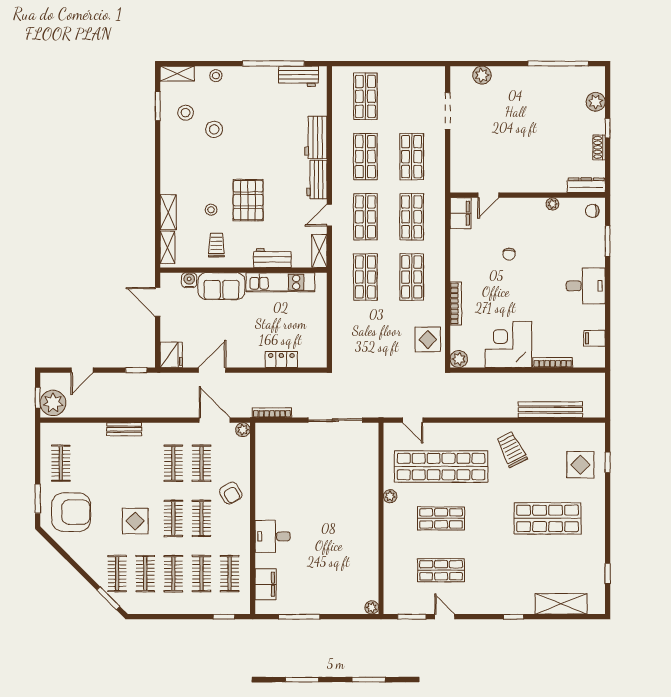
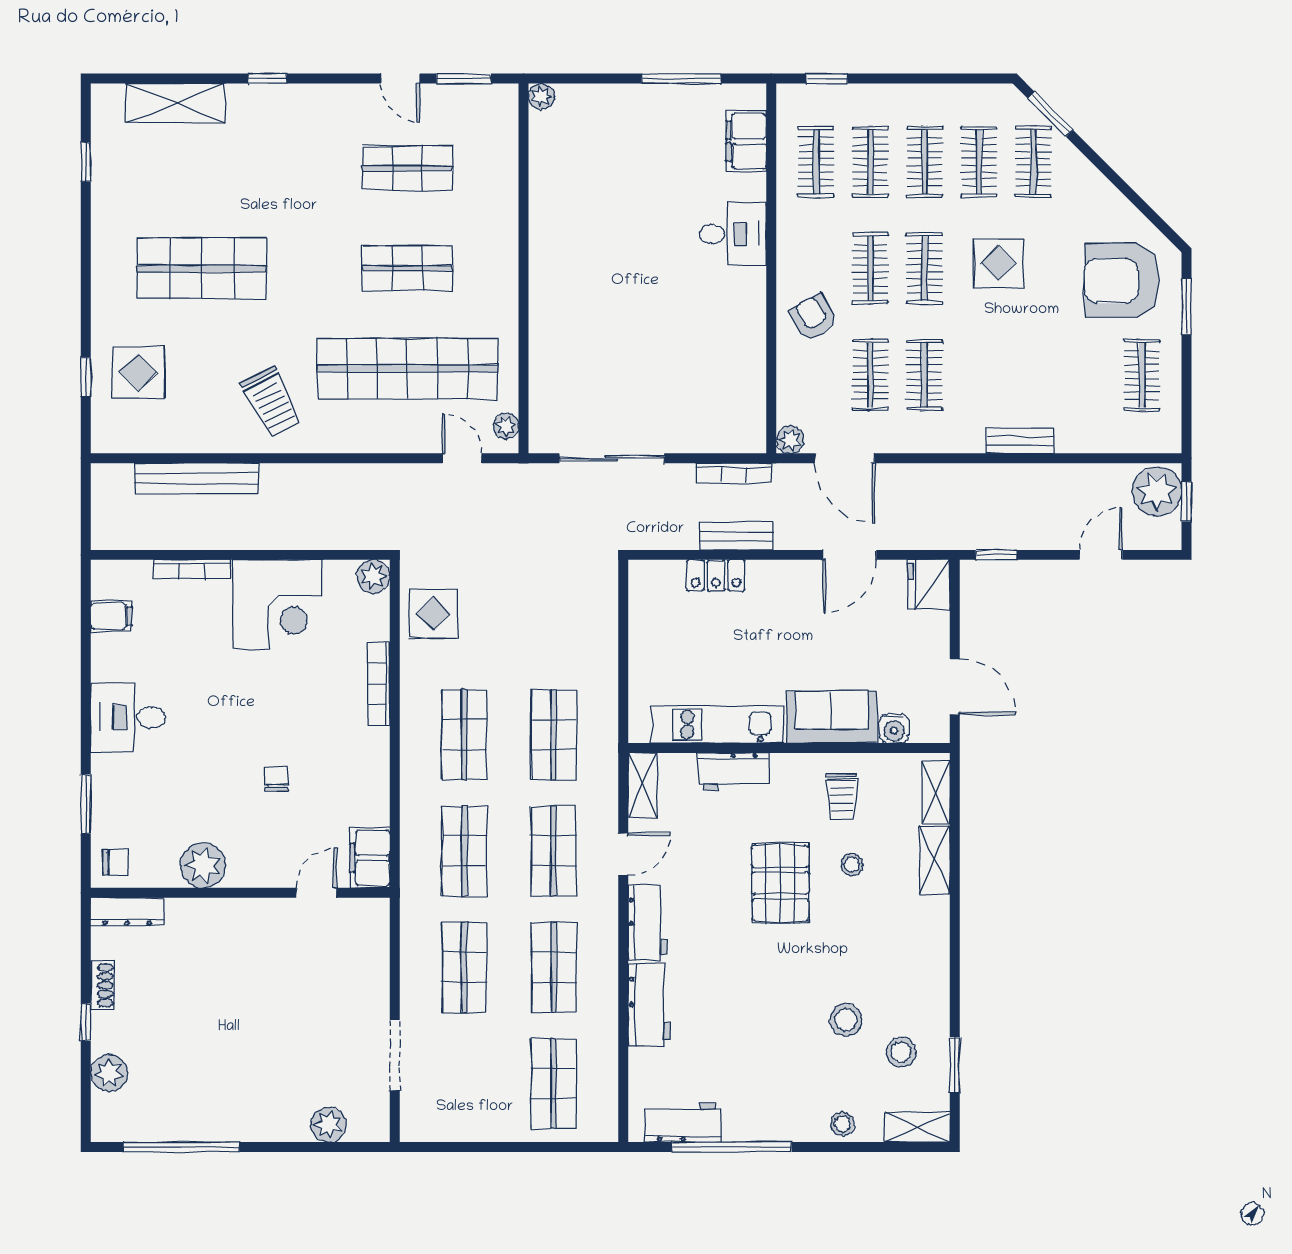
plant: (552, 204) -> (203, 865), width x1.87, depth x1.87
bench: (271, 380) -> (737, 536), added
plant: (390, 496) -> (506, 426), moved

